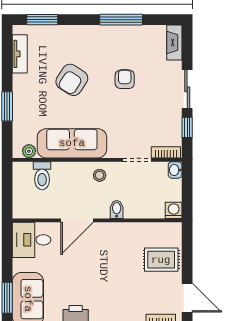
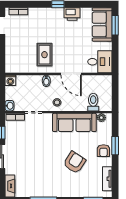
armchair: (125, 79) -> (103, 151), moved
door: (77, 220) -> (71, 74), swing flipped
rug: (161, 260) -> (44, 55), moved, turned 90

